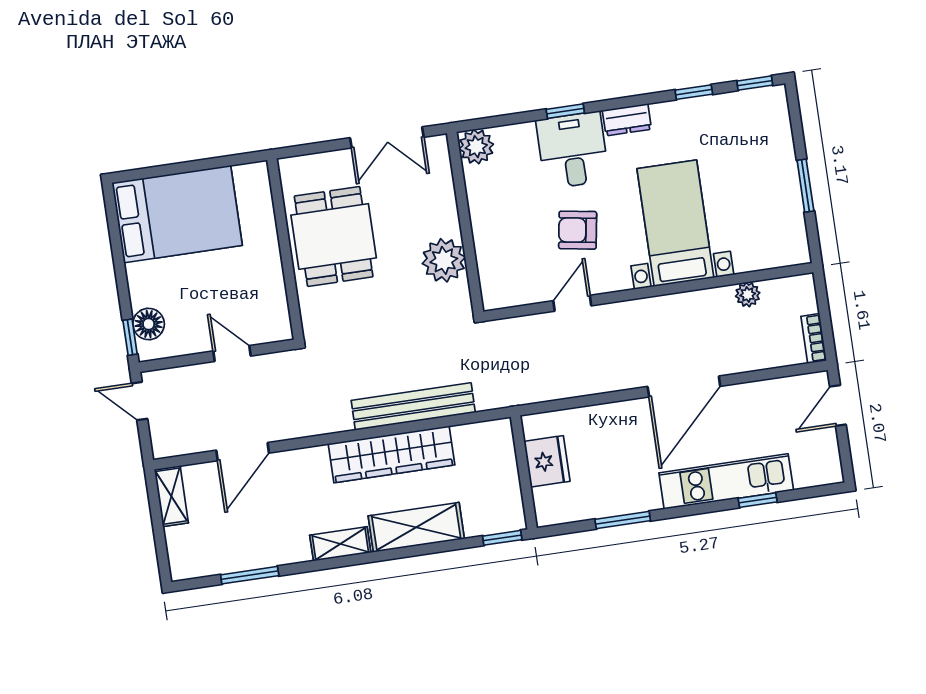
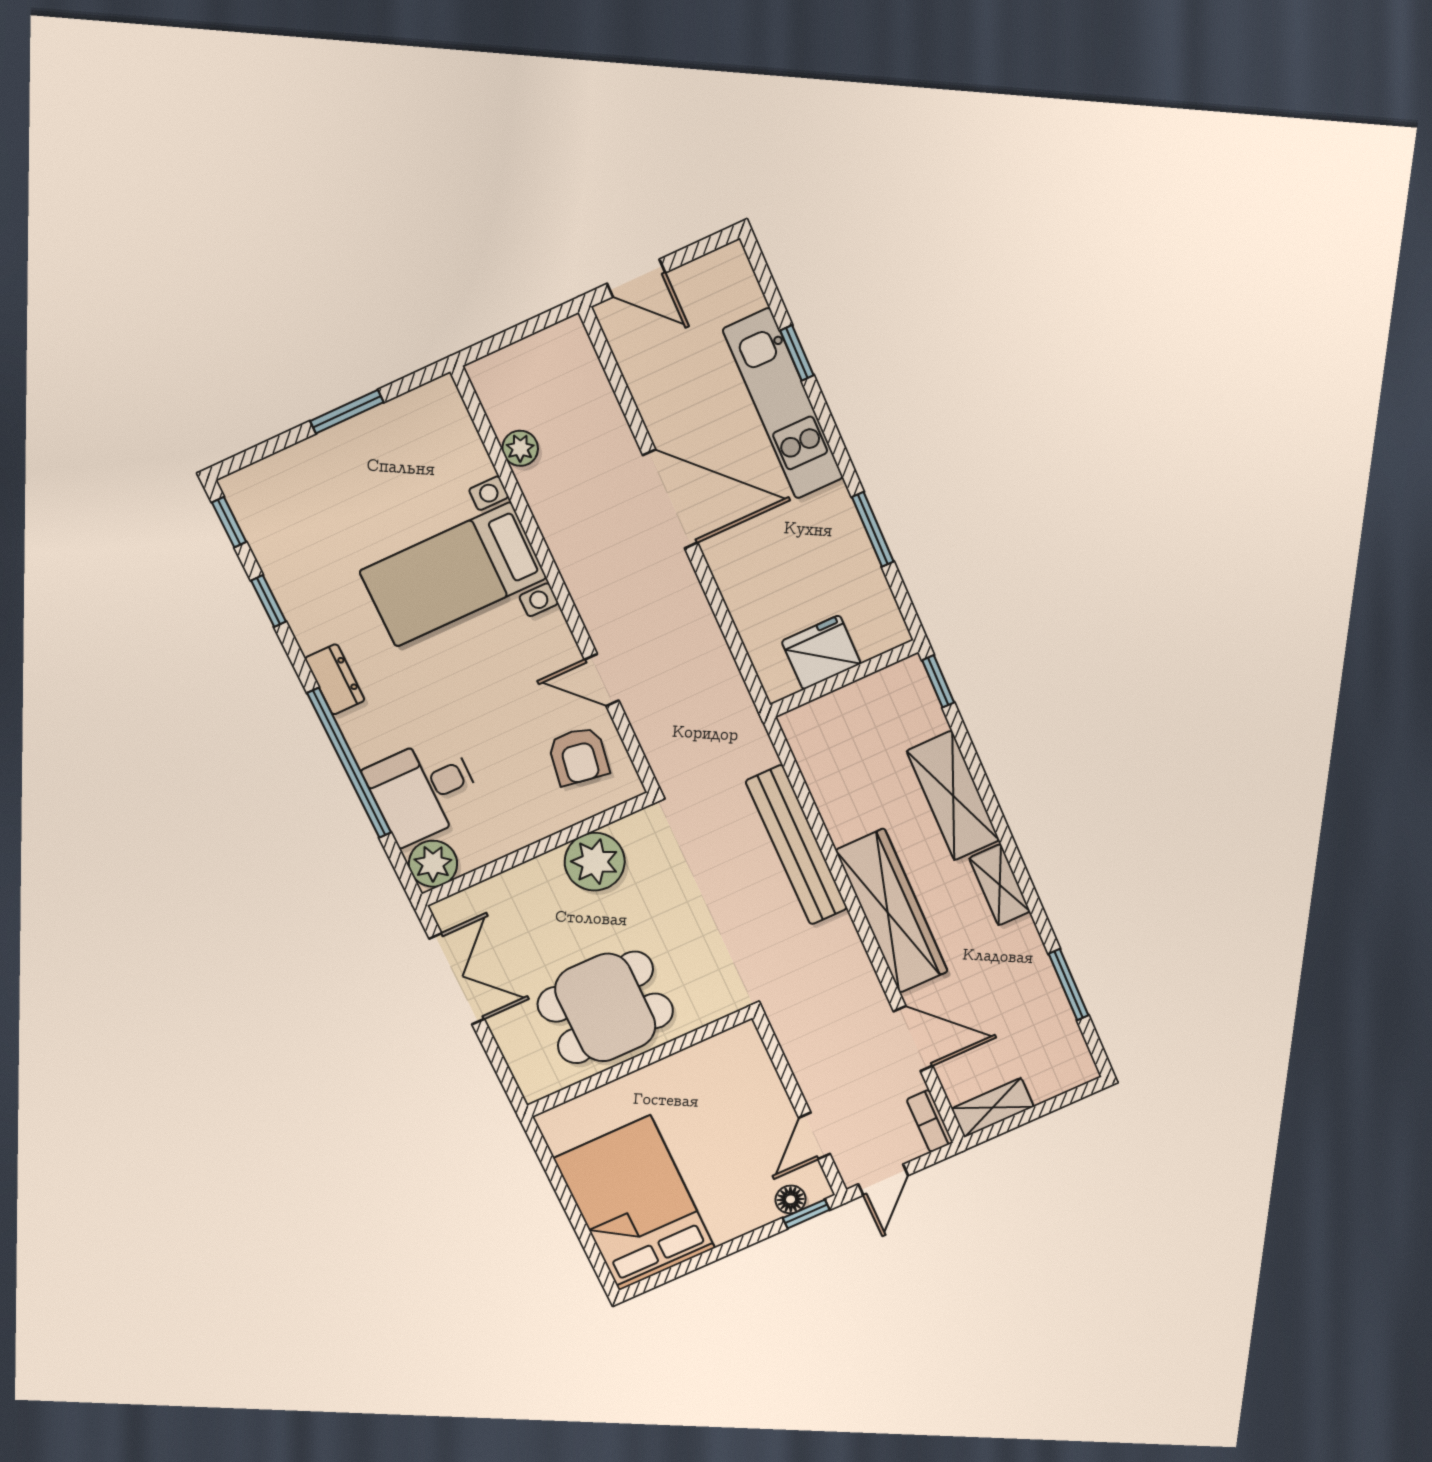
window: (565, 111) -> (349, 763), width x3.17
desk: (573, 150) -> (424, 790), moved
armchair: (578, 230) -> (579, 756), moved
floor lamp: (149, 324) -> (791, 1199), width x0.73, depth x0.73
bookcase: (814, 338) -> (930, 1121), moved, turned 90
door: (232, 353) -> (814, 1136), moved
wardrobe: (391, 454) -> (892, 911), moved

